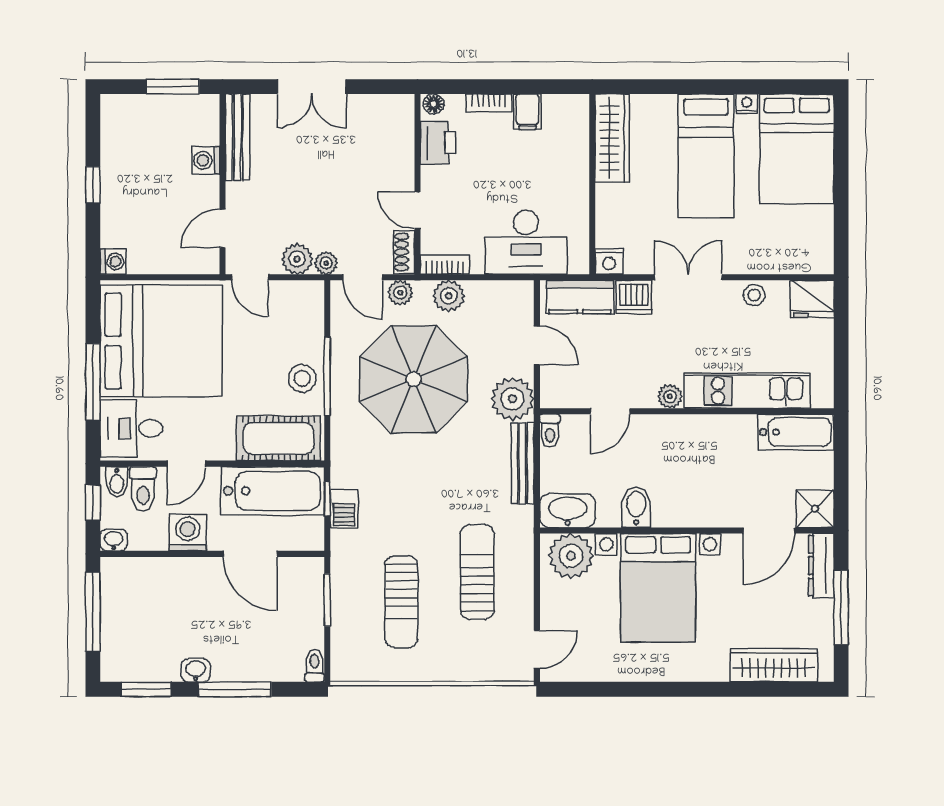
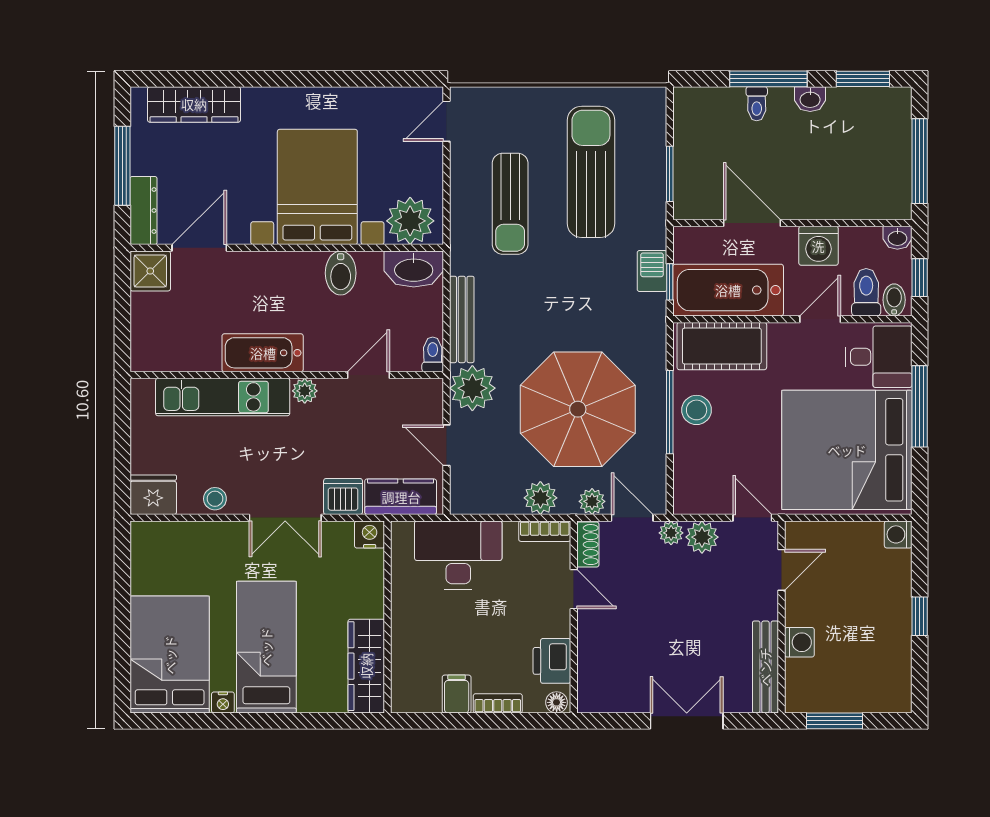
bathtub: (796, 432) -> (263, 353), moved
sun lounger: (401, 602) -> (591, 172), width x1.36, depth x1.34
toilet: (314, 666) -> (757, 104), moved

